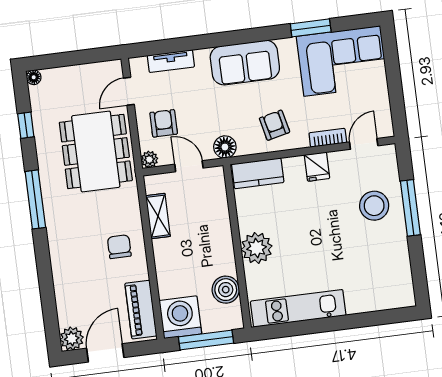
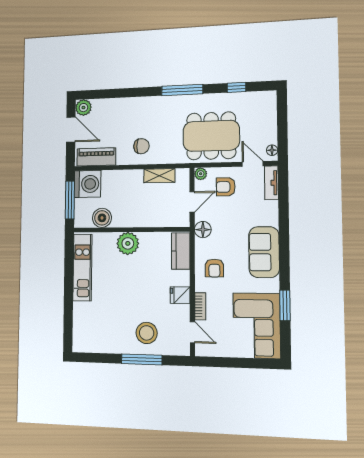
tv unit: (171, 61) -> (271, 183), moved
floor lamp: (34, 77) -> (272, 150), moved
armchair: (164, 123) -> (226, 187), turned 180
armchair: (275, 125) -> (214, 268), turned 103

